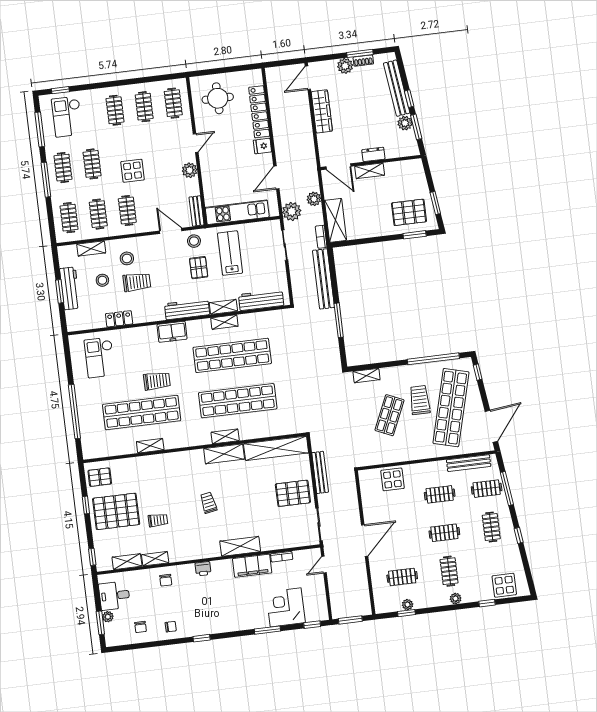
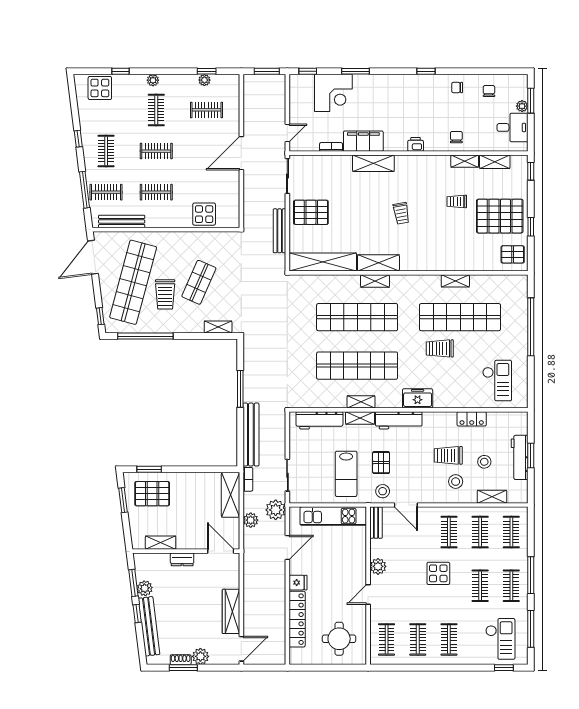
shelving: (370, 171) -> (161, 543), moved

